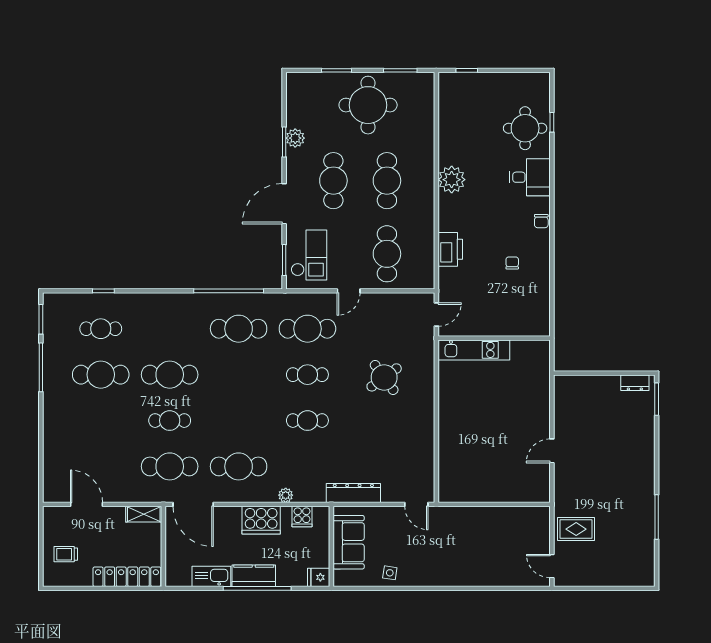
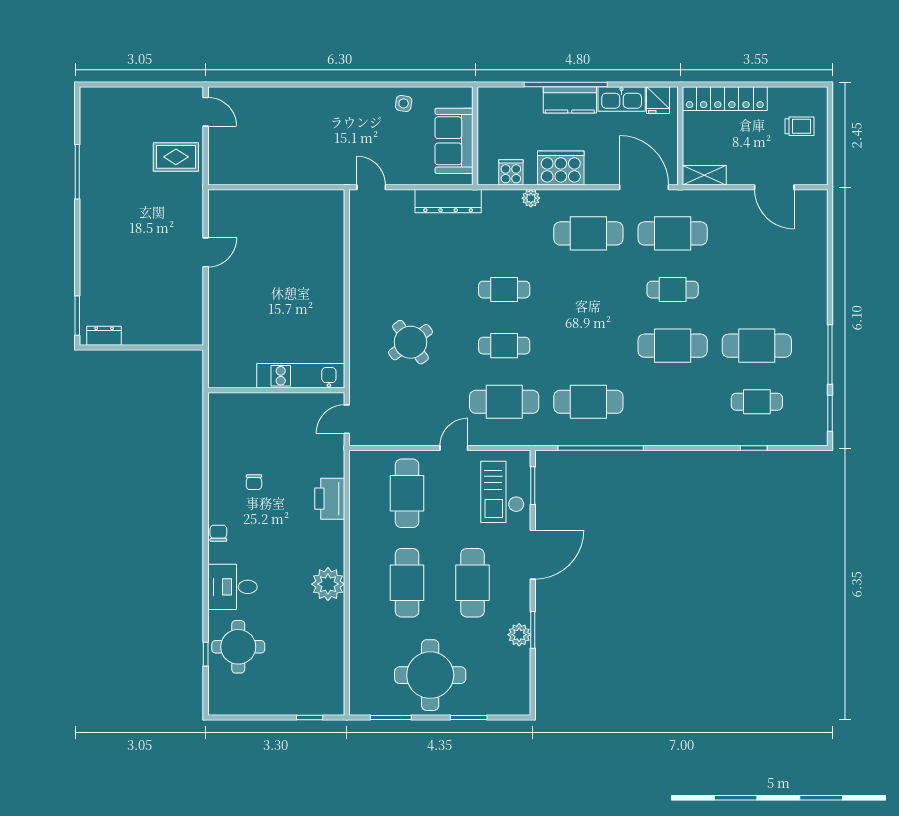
fridge: (319, 577) -> (658, 100), moved, turned 90

